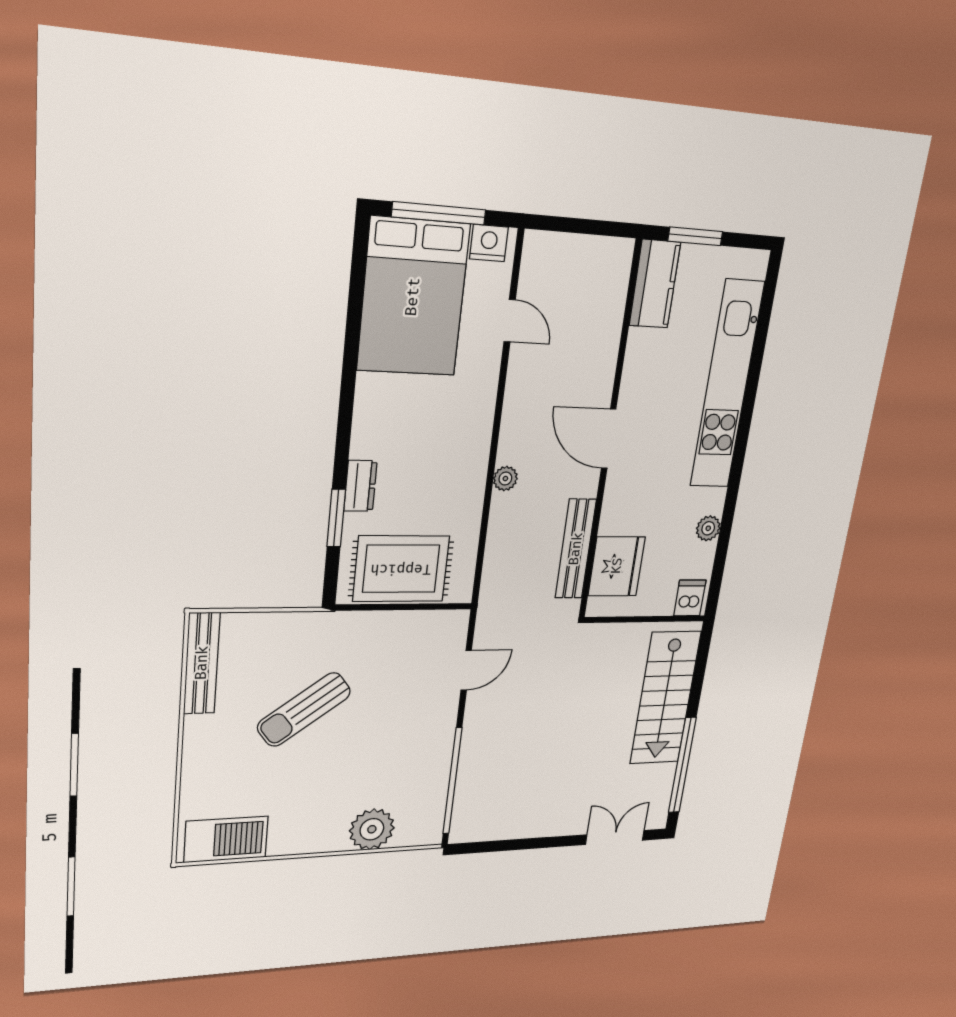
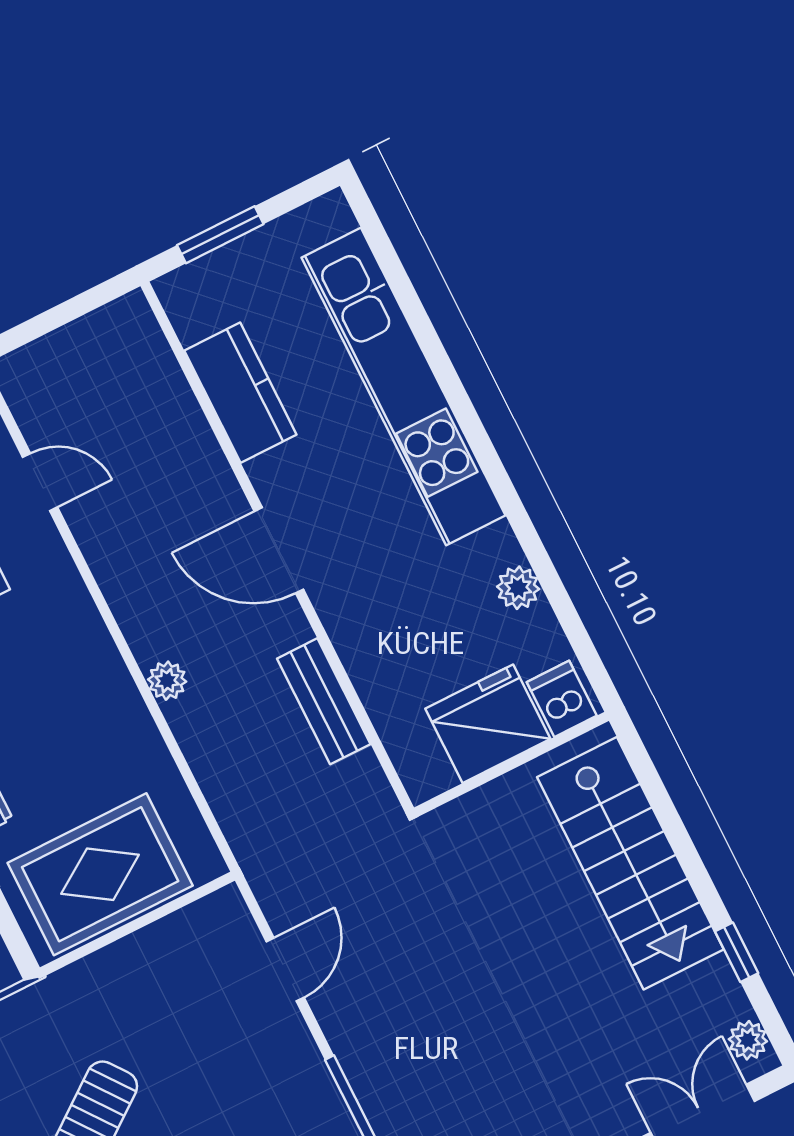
kitchen counter: (655, 284) -> (240, 393), moved
bench: (576, 549) -> (324, 701), width x0.73
fridge: (617, 566) -> (488, 724), moved, turned -90
window: (682, 765) -> (737, 952), width x0.32
plant: (659, 810) -> (748, 1040), added

